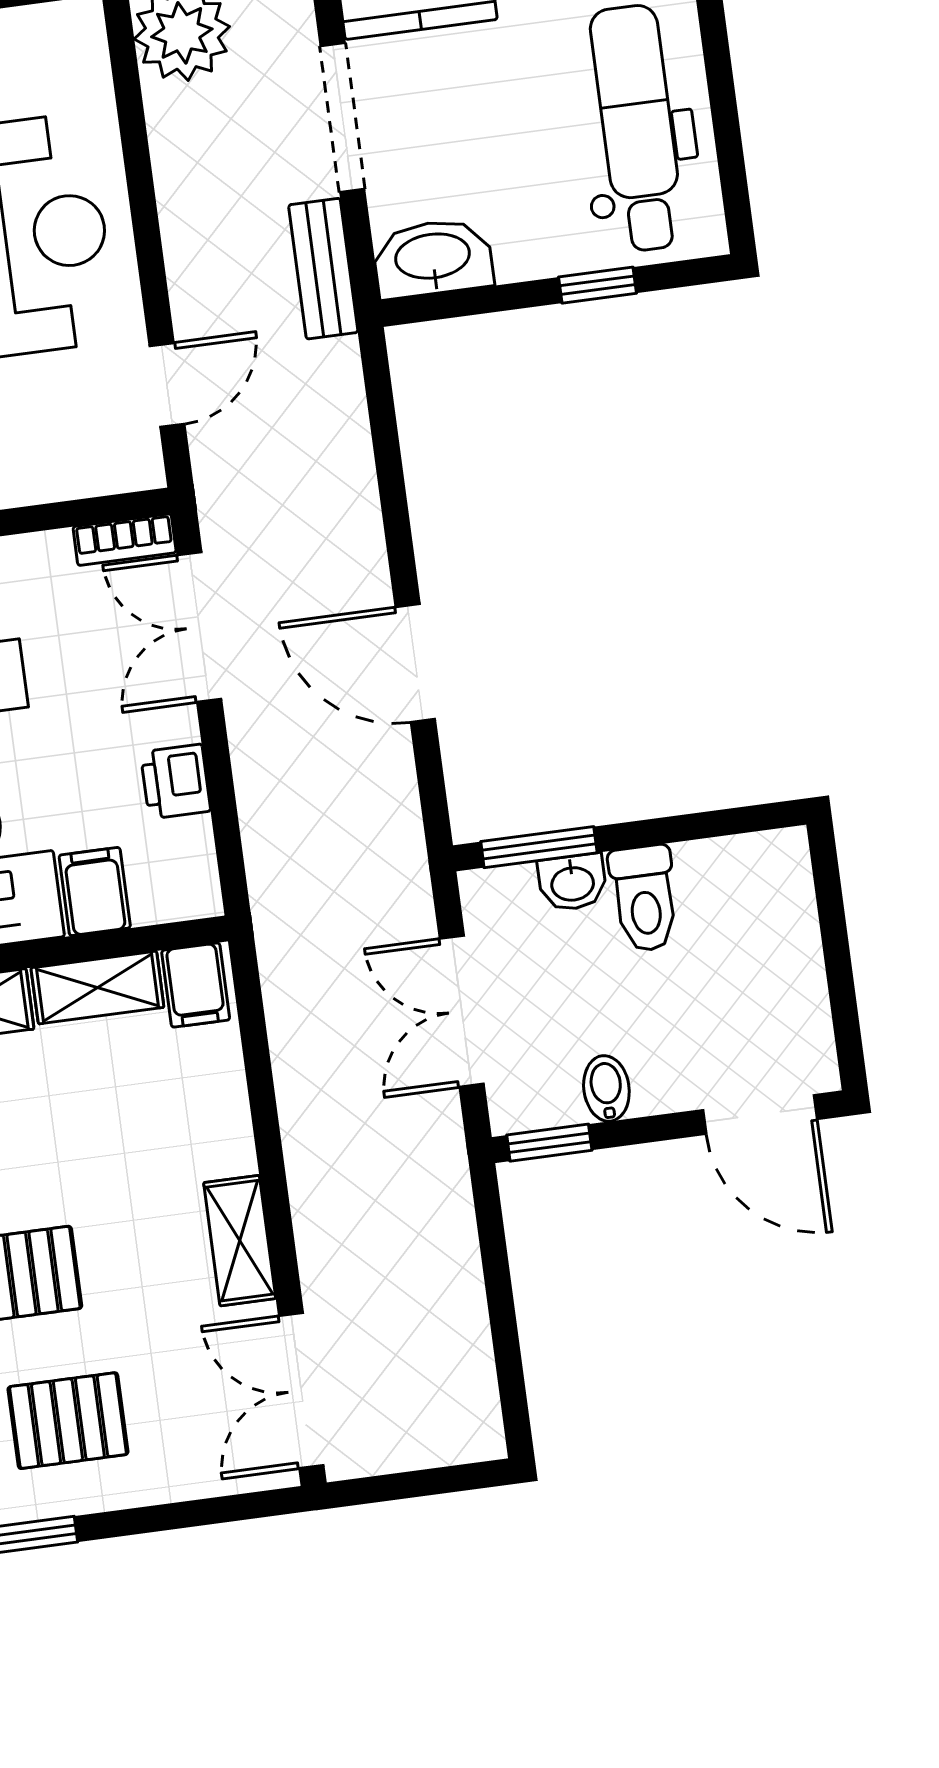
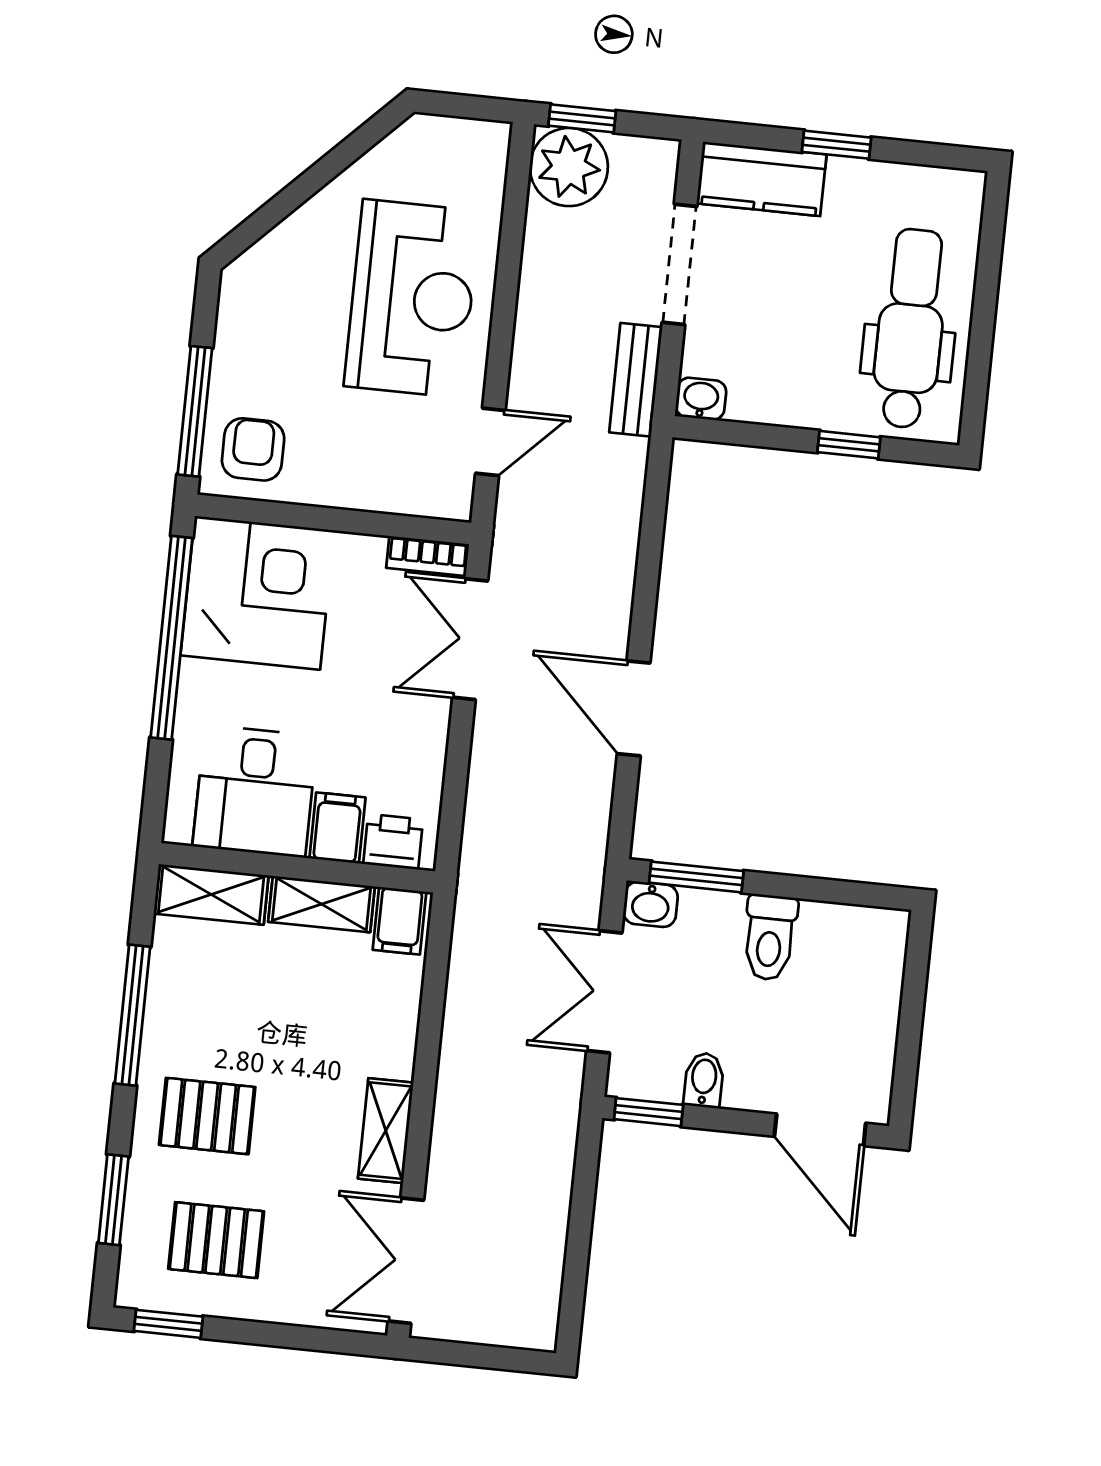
washbasin: (433, 258) -> (701, 399), width x0.52, depth x0.69
printer: (175, 781) -> (393, 842), moved, turned 90
washbasin: (572, 882) -> (651, 904), moved

